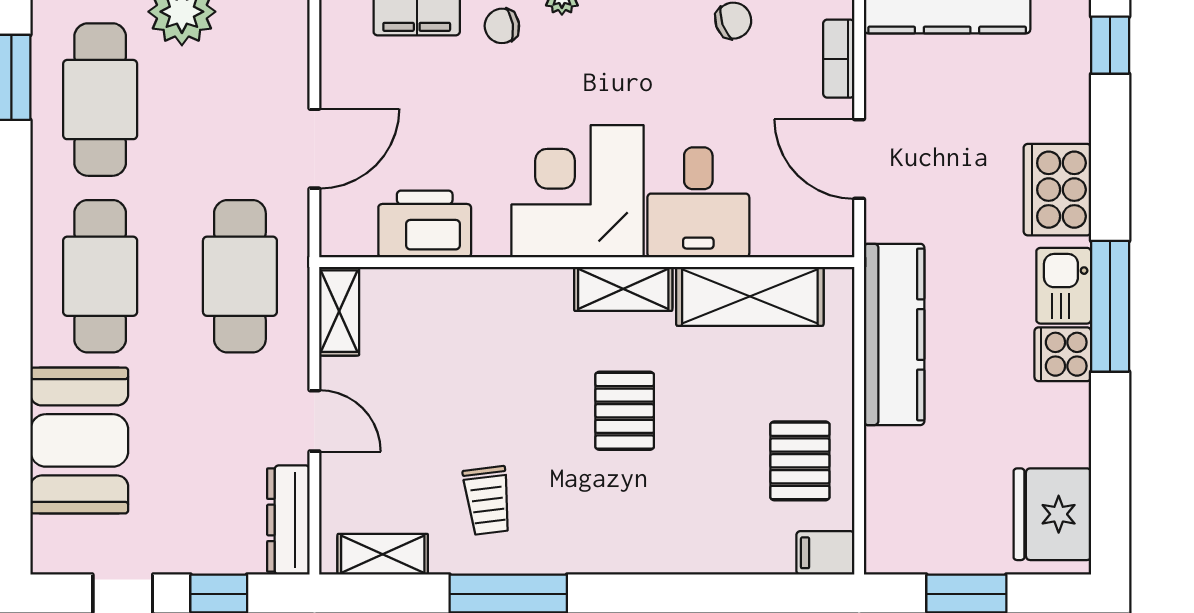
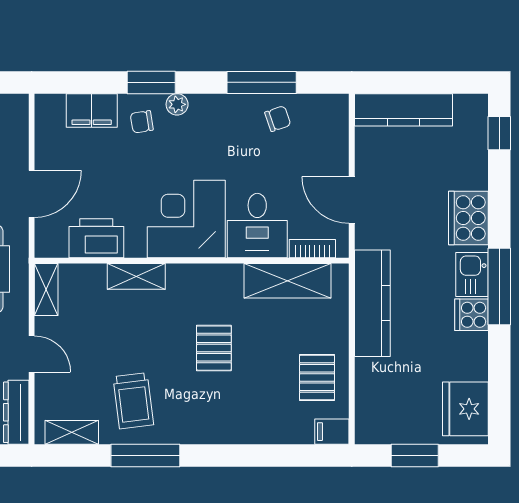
bookcase: (839, 59) -> (312, 249), moved, turned 90
shelving: (623, 289) -> (136, 276), moved
trolley: (487, 500) -> (133, 401), width x1.36, depth x1.39

